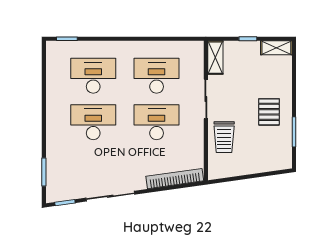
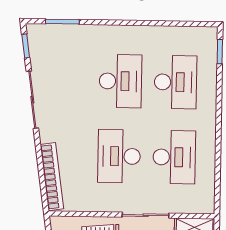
desk: (157, 122) -> (119, 156), turned 180

